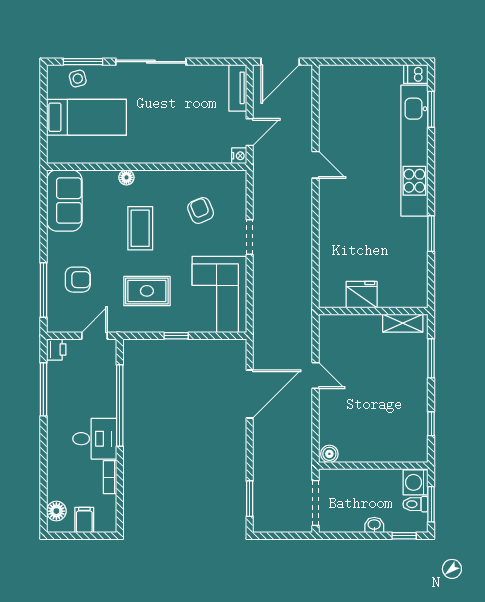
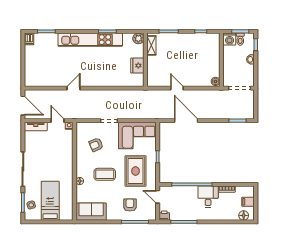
kitchen unit: (414, 151) -> (90, 40), moved
rug: (147, 291) -> (136, 171), width x1.36, depth x1.43
plant: (417, 297) -> (138, 38), added
door: (316, 375) -> (177, 88), hinge flipped

